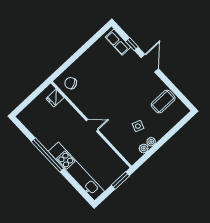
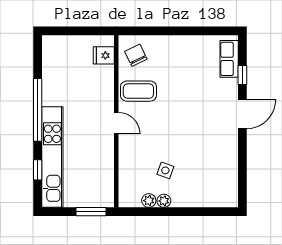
coffee table: (163, 102) -> (138, 91), moved
window: (75, 184) -> (38, 170), added

